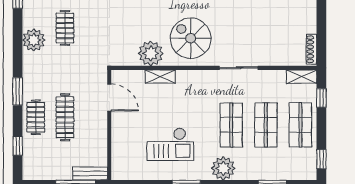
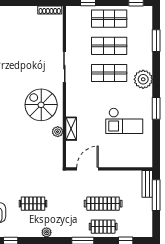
spiral stairs: (191, 38) -> (41, 105), turned 90
plant: (34, 40) -> (47, 232), width x0.53, depth x0.53
plant: (151, 53) -> (58, 132), width x0.53, depth x0.53
shelving: (302, 77) -> (71, 18), removed
checkout: (170, 144) -> (124, 121), turned 90

